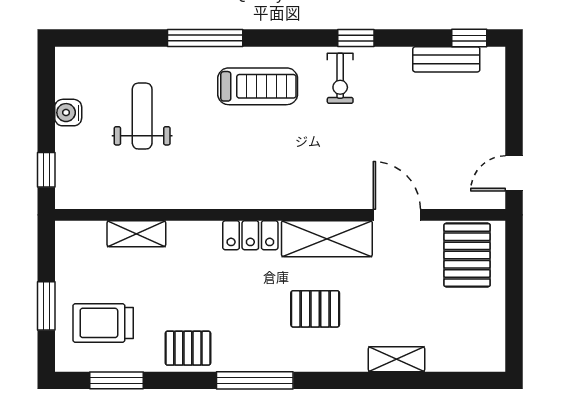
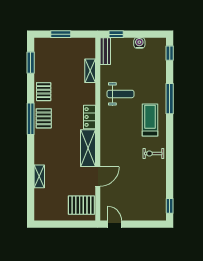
window: (356, 38) -> (170, 53), moved
bench: (446, 59) -> (105, 51), moved
treadmill: (258, 86) -> (150, 120), turned 180
weight bench: (142, 116) -> (120, 94), moved
pallet: (315, 309) -> (44, 118), moved
trolley: (103, 323) -> (54, 57), removed

